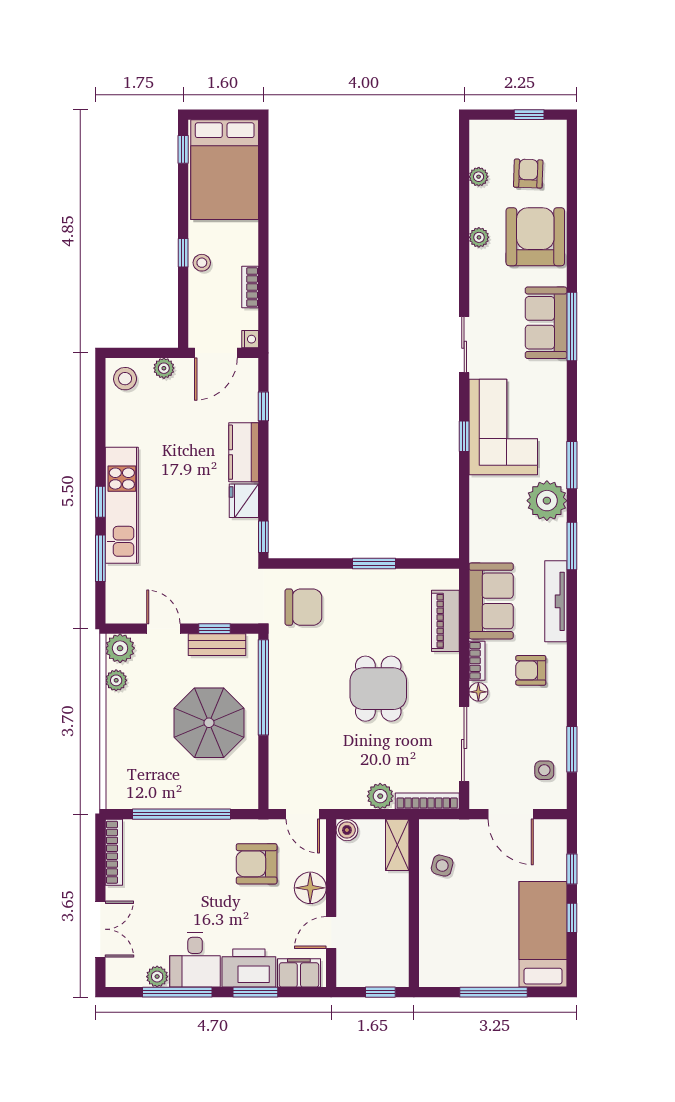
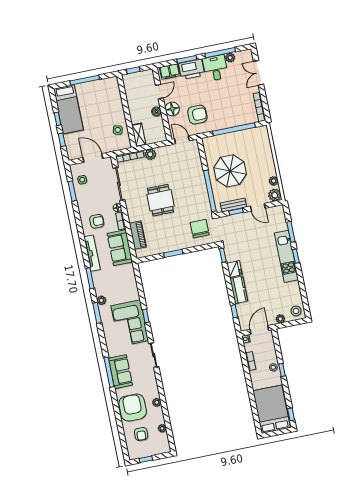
armchair: (535, 237) -> (133, 408), turned 180
plant: (547, 501) -> (101, 300), width x0.53, depth x0.53
chair: (303, 607) -> (200, 229), turned 90
boiler: (347, 830) -> (156, 112), moved

